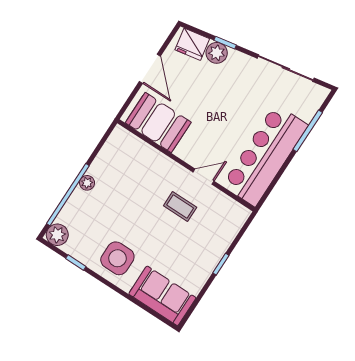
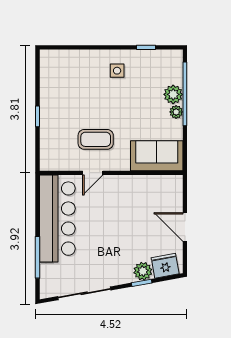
booth: (158, 122) -> (153, 191), removed
coffee table: (180, 207) -> (96, 139), width x1.36, depth x1.30
plant: (57, 235) -> (173, 94), moved
side table: (117, 258) -> (117, 71), width x0.54, depth x0.54
sofa: (162, 296) -> (157, 156), moved, turned 180

